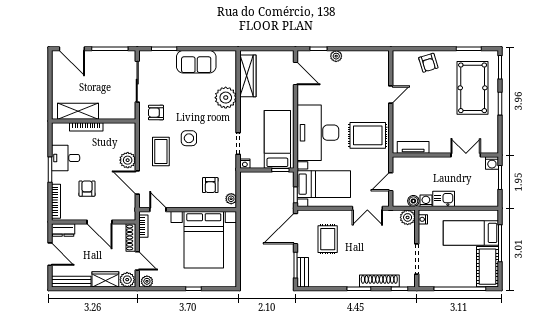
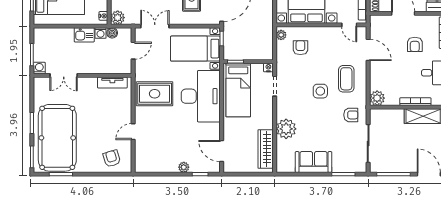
armchair: (428, 63) -> (112, 158), moved
pool table: (473, 88) -> (57, 138), width x1.36, depth x1.32
plant: (128, 160) -> (377, 98), moved

